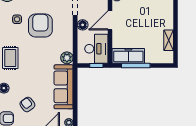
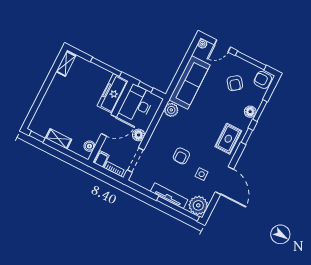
armchair: (40, 26) -> (181, 156), width x0.53, depth x0.53
shelving: (169, 40) -> (66, 64), moved
freezer: (128, 56) -> (113, 93), moved, turned 90

